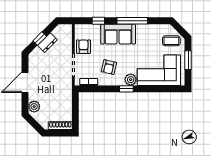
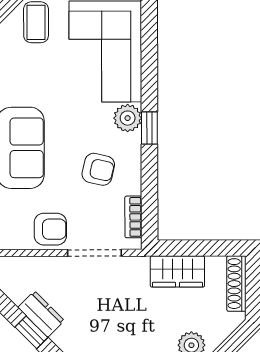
armchair: (83, 47) -> (50, 229), turned 180
wardrobe: (65, 101) -> (177, 272), added

